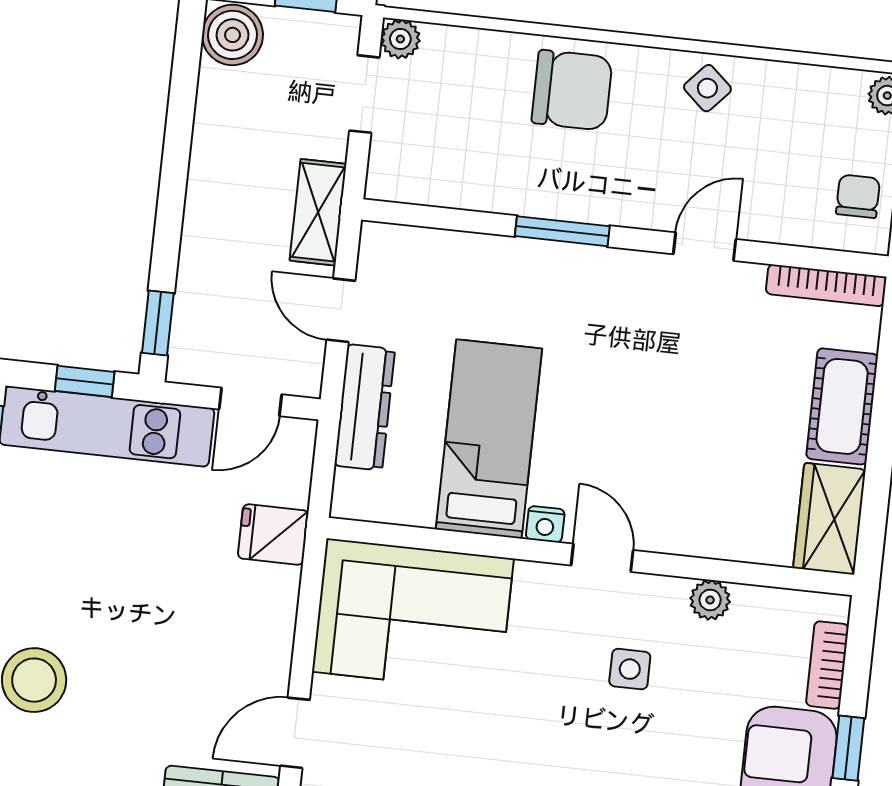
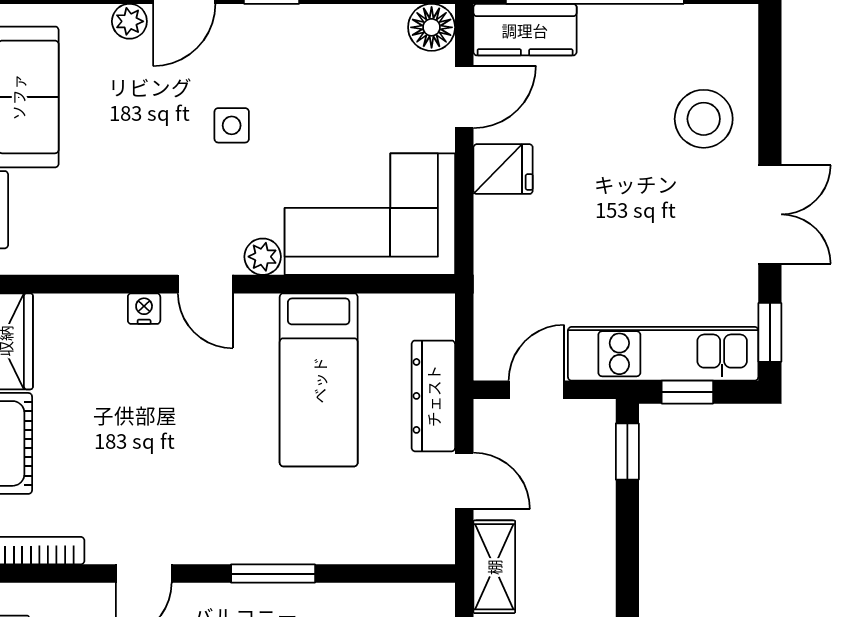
nightstand: (545, 524) -> (144, 309), moved
fridge: (273, 535) -> (503, 169), moved
plant: (710, 600) -> (263, 257), moved
side table: (630, 669) -> (232, 125), moved

